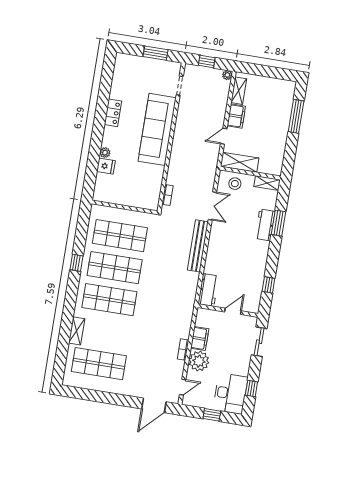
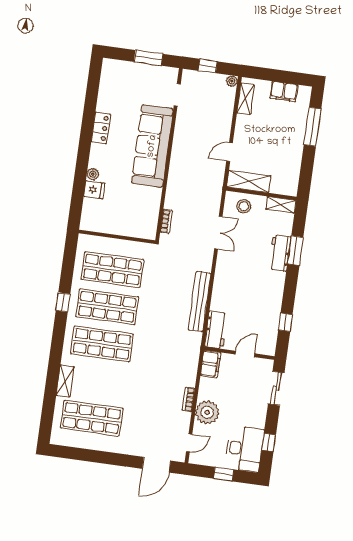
filing cabinet: (236, 116) -> (284, 91), moved, turned 90
bench: (198, 246) -> (200, 302), moved
filing cabinet: (200, 339) -> (211, 364), moved

